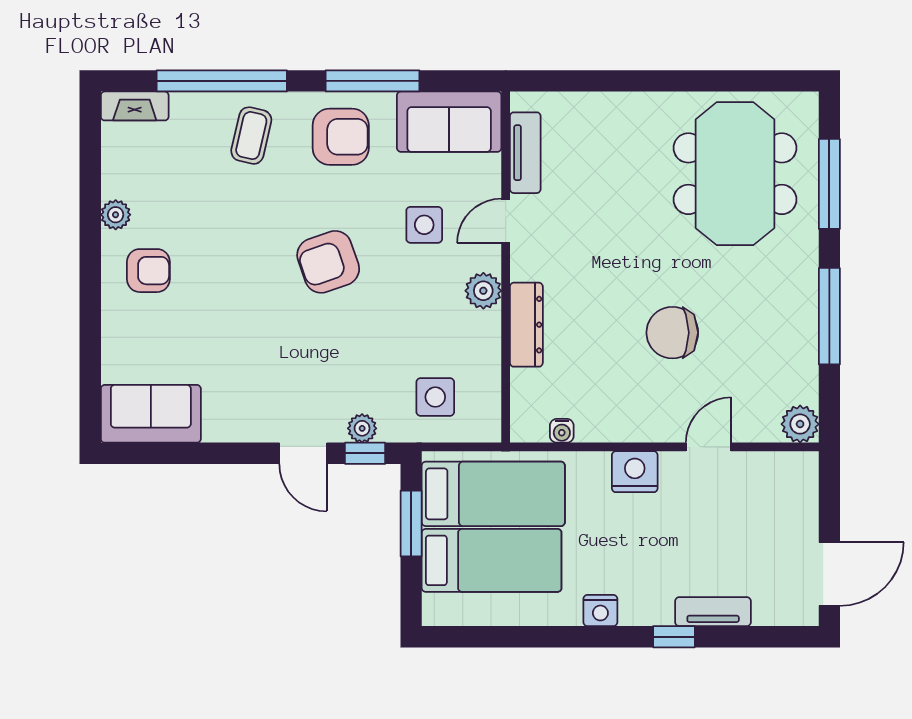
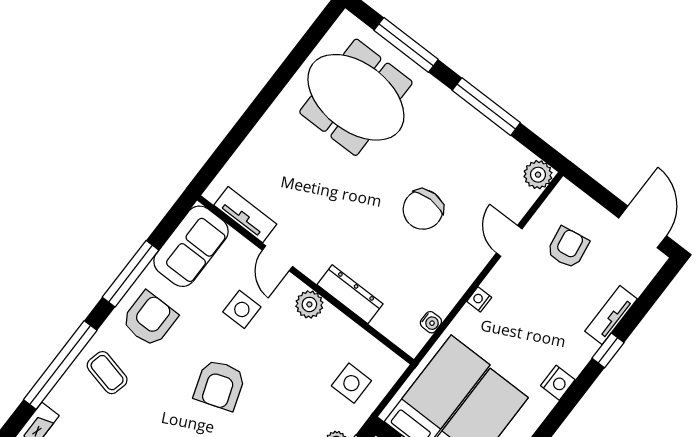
nightstand: (635, 472) -> (479, 299), width x0.53, depth x0.56
armchair: (748, 513) -> (568, 248), added

